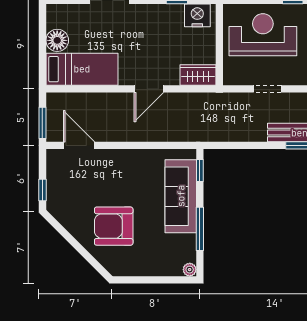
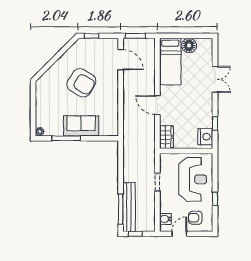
door: (79, 145) -> (121, 60), hinge flipped
window: (200, 170) -> (104, 138), removed
sofa: (181, 196) -> (81, 126), width x0.73
armchair: (114, 226) -> (81, 83), moved, turned 120

